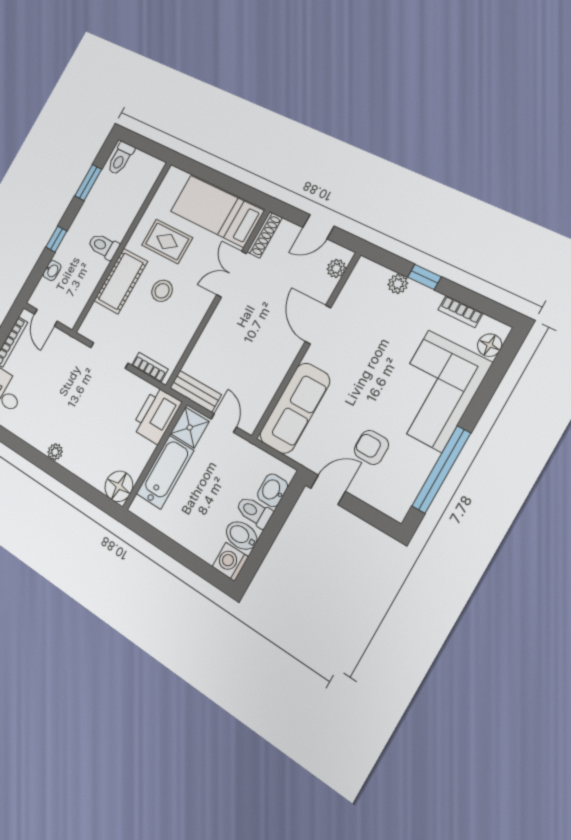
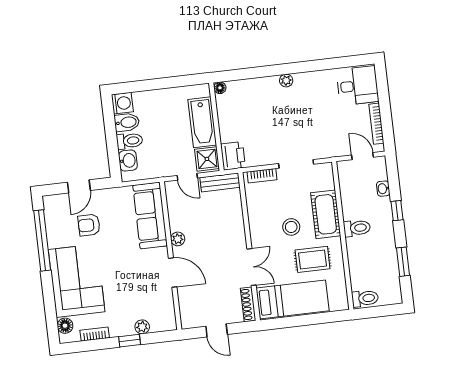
toilet: (121, 158) -> (365, 298), moved, turned 90
door: (318, 227) -> (217, 330), swing flipped
plant: (336, 268) -> (178, 239), moved
printer: (156, 415) -> (233, 156), width x0.73, depth x0.84
armchair: (371, 447) -> (89, 225), turned 180
floor lamp: (119, 486) -> (220, 88), width x0.53, depth x0.53
door: (328, 490) -> (79, 186), moved

